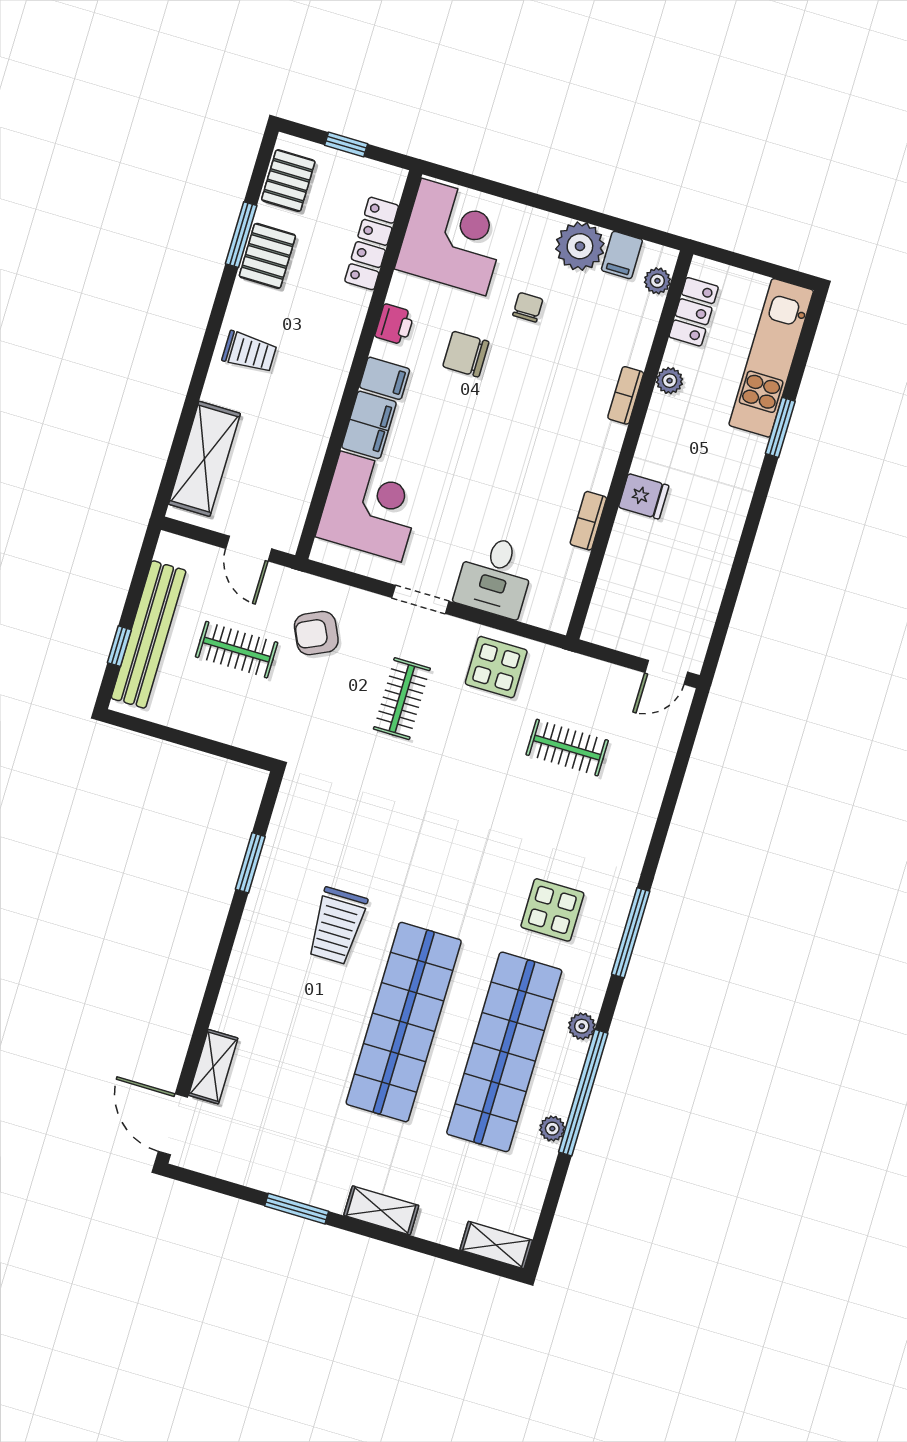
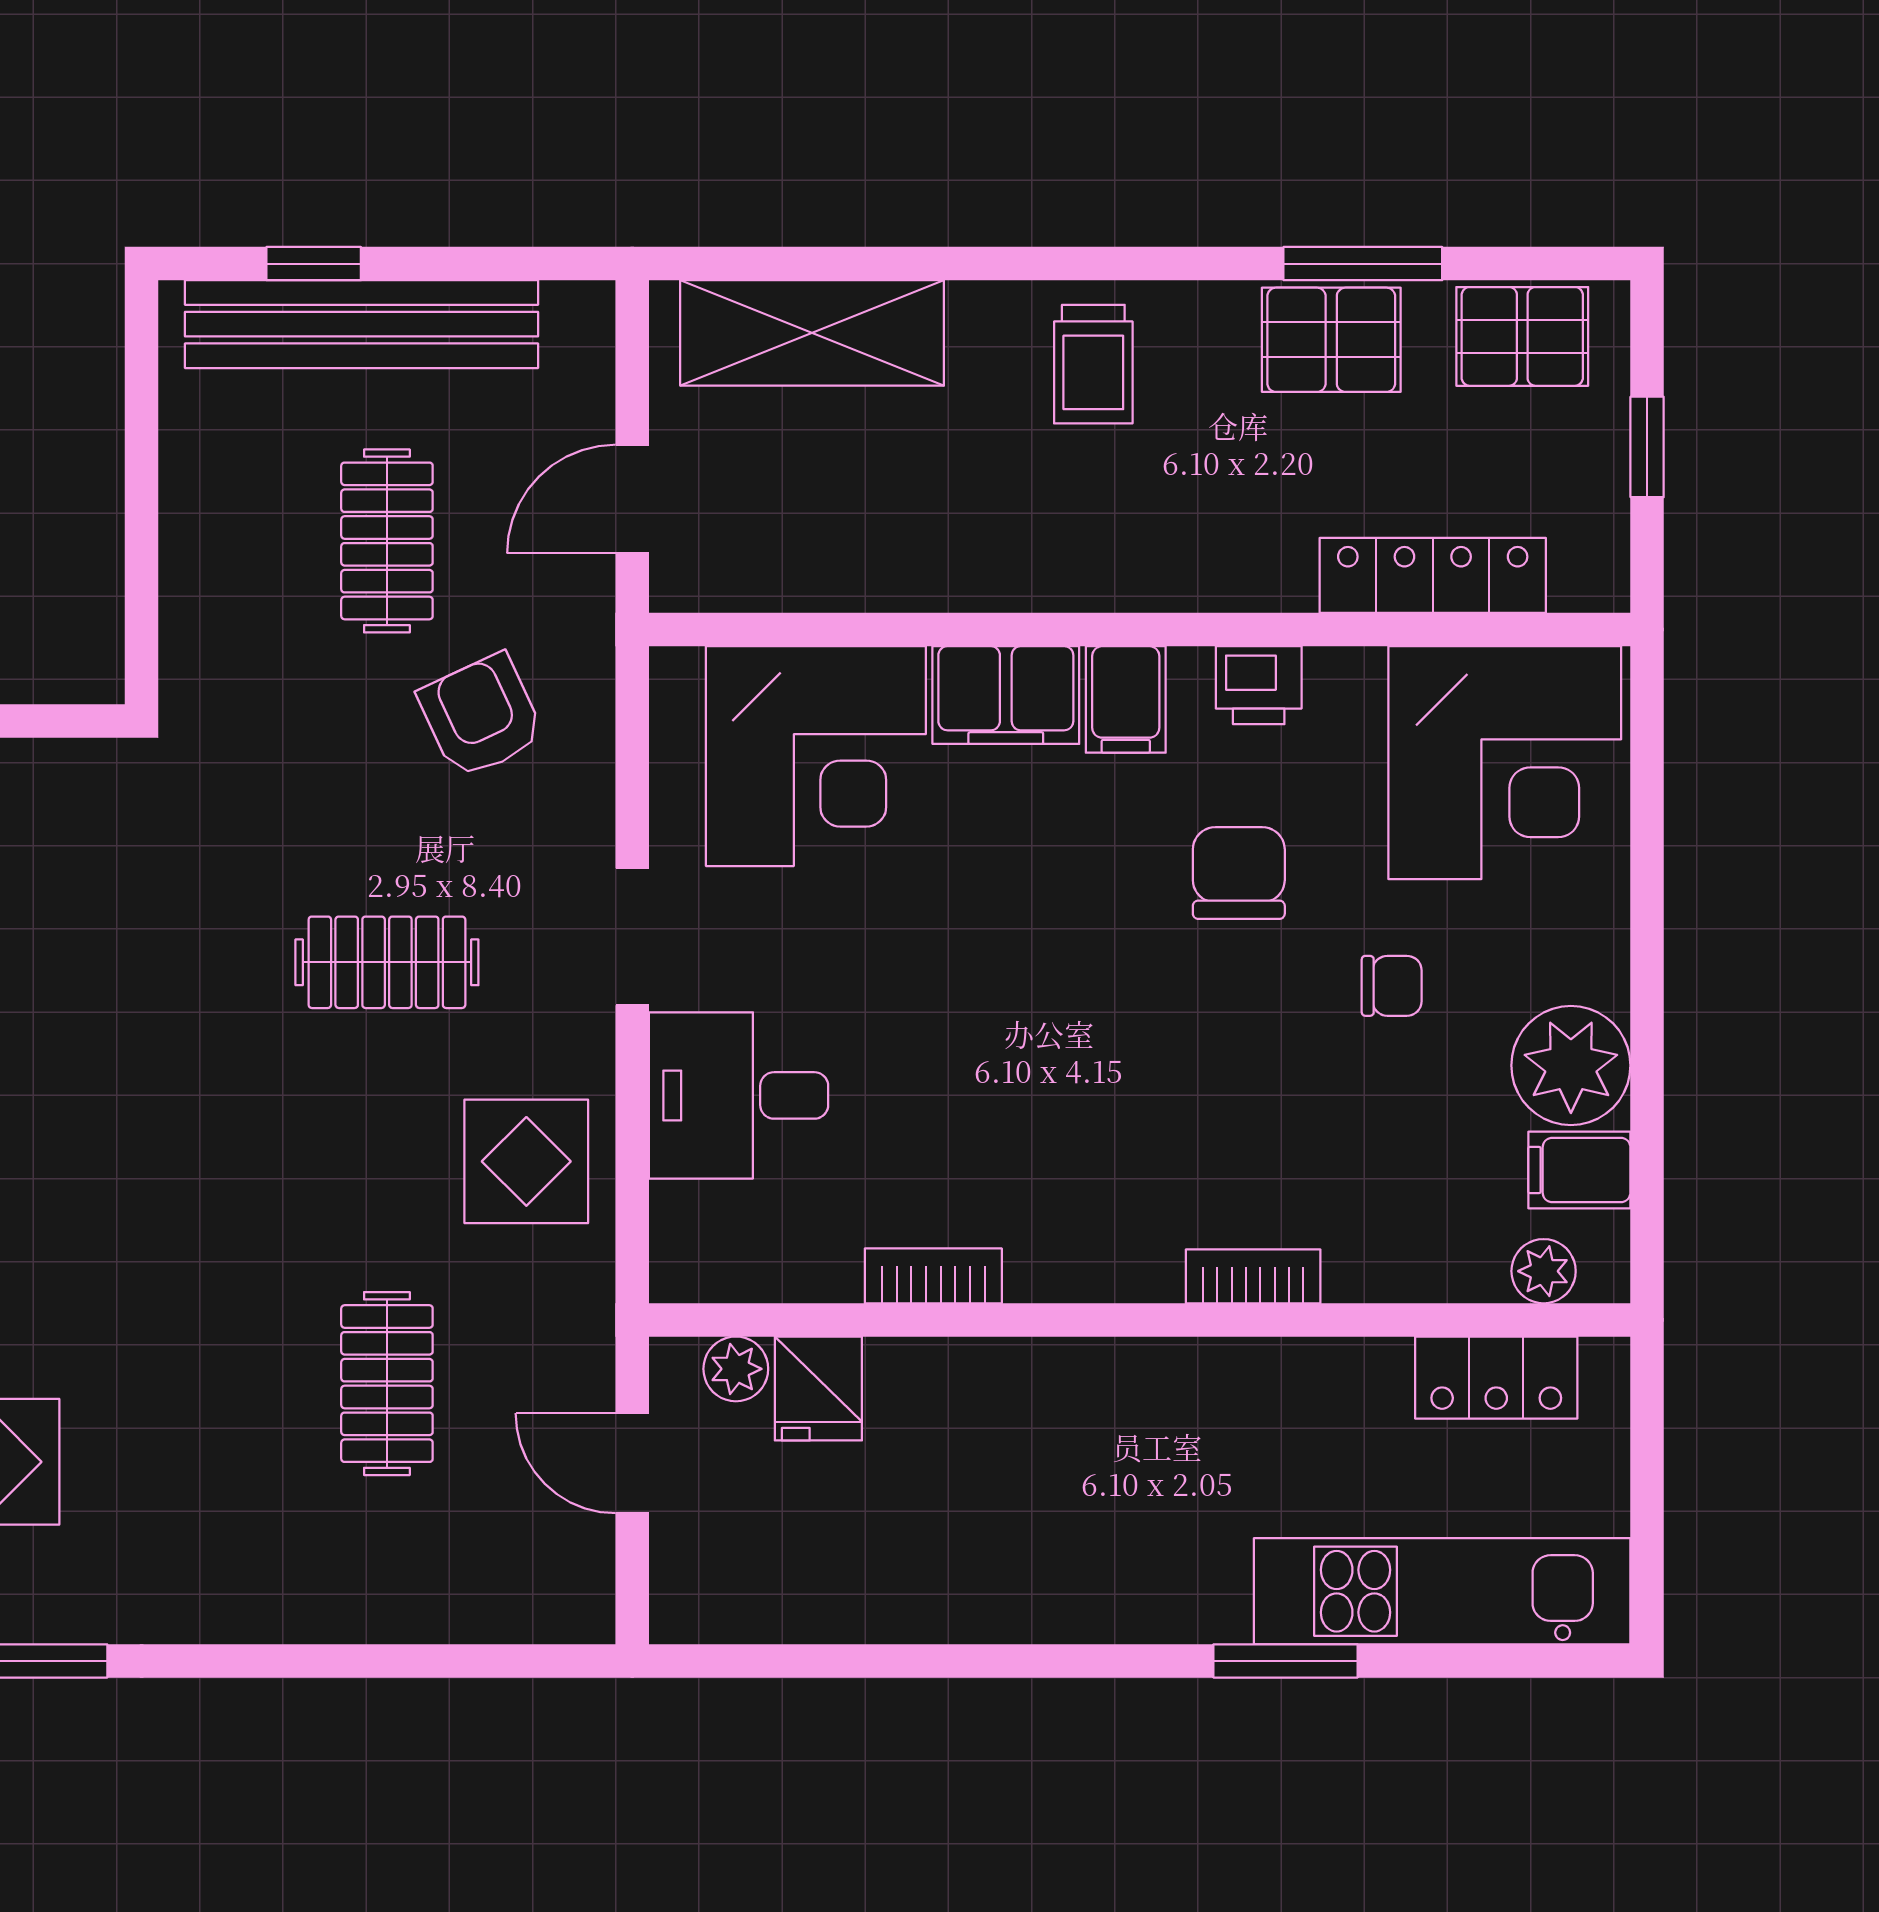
plant: (670, 381) -> (736, 1369), moved
fridge: (644, 496) -> (818, 1388), moved
door: (666, 672) -> (632, 1463), moved

